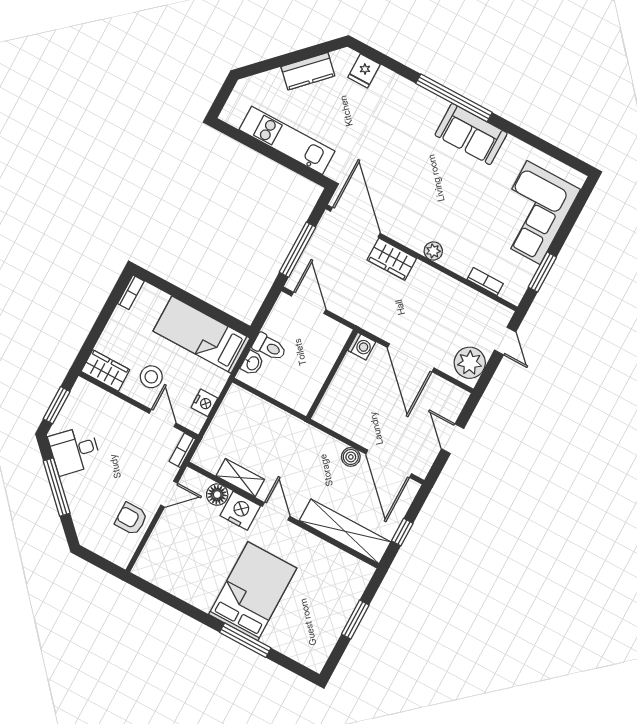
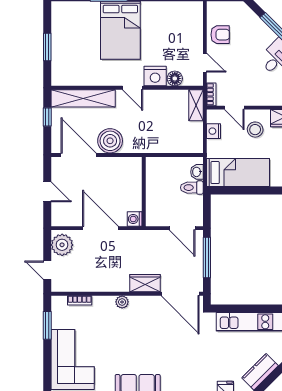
boiler: (351, 457) -> (110, 141), width x1.86, depth x1.86
shelving: (240, 478) -> (196, 105), moved, turned 90
door: (169, 494) -> (205, 63), swing flipped

